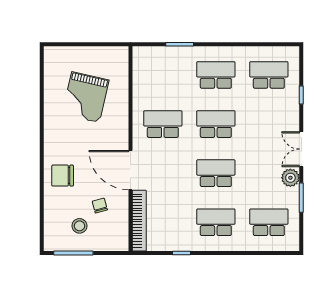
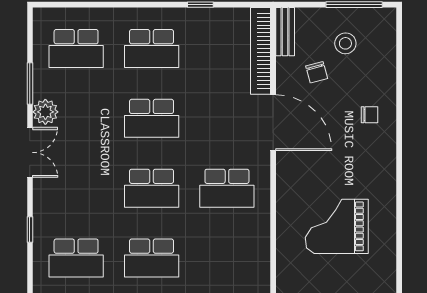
grand piano: (86, 97) -> (337, 226), turned -103
chair: (63, 176) -> (369, 115), width x0.54, depth x0.54
bench: (122, 234) -> (285, 32), added

